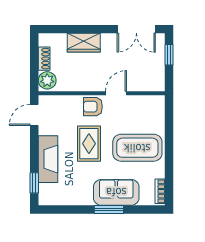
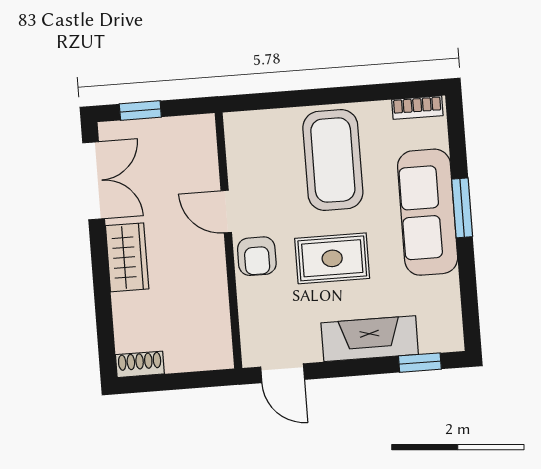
wardrobe: (84, 43) -> (127, 257), moved
shoe rack: (44, 59) -> (140, 364), moved
plant: (47, 80) -> (211, 353), removed
sofa: (116, 192) -> (428, 212), width x1.36

